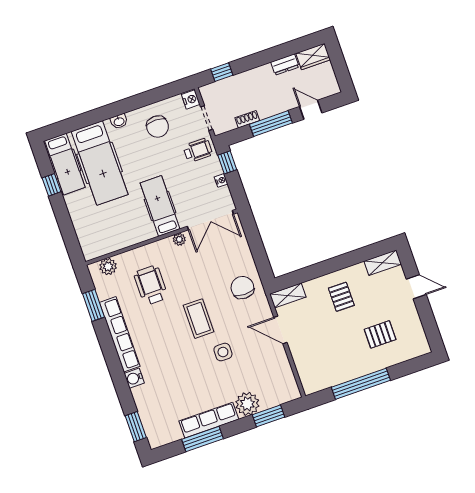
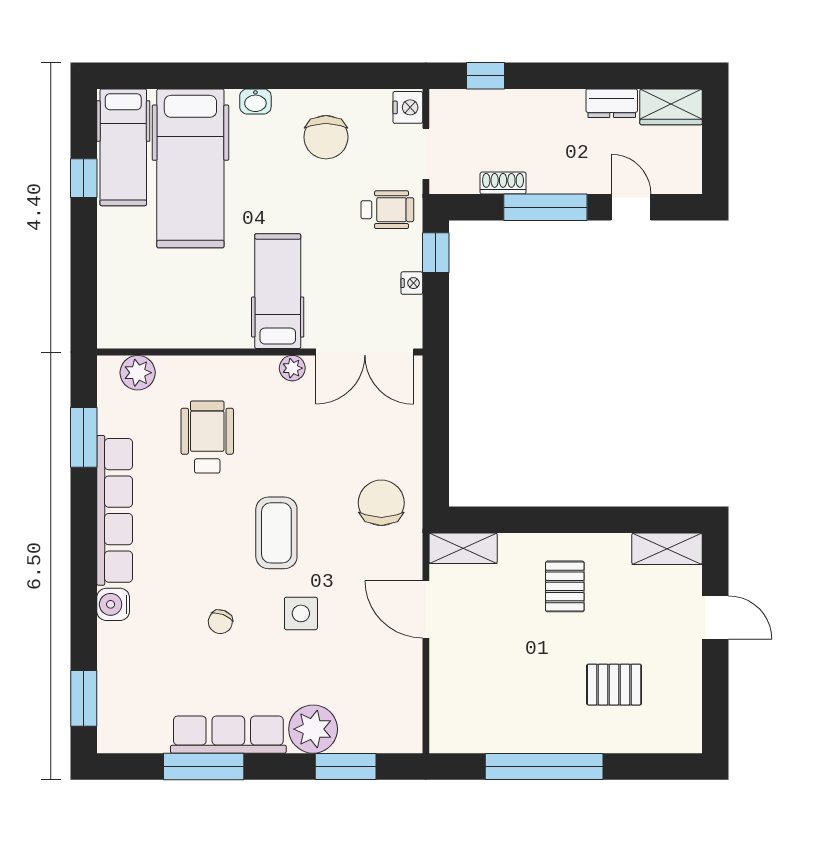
chair: (187, 369) -> (220, 622), added

